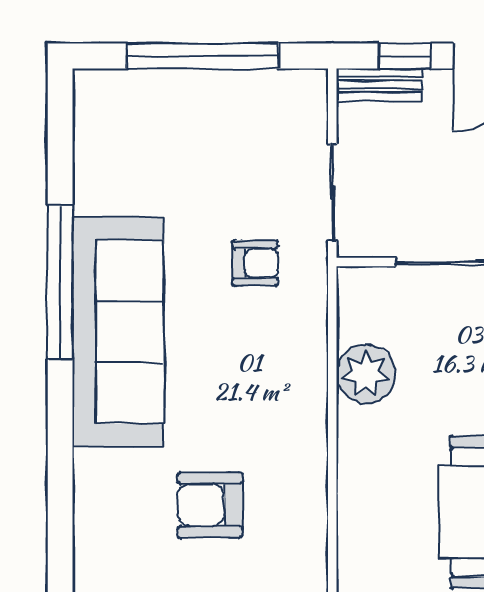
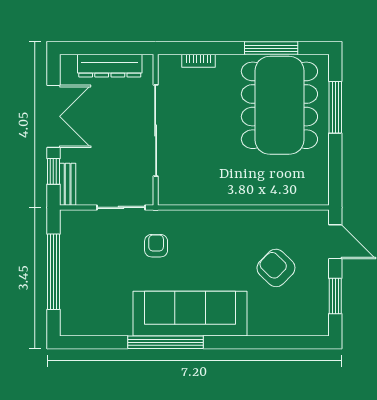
plant: (366, 374) -> (211, 191), removed
armchair: (210, 505) -> (276, 268), turned 134

